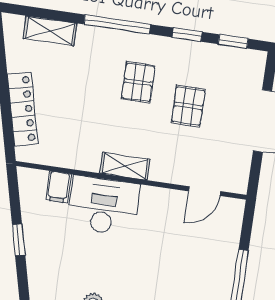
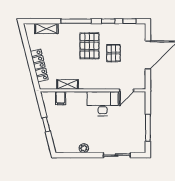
pallet: (138, 82) -> (89, 46), width x1.50, depth x1.42
shelving: (125, 166) -> (67, 84), moved
desk: (103, 206) -> (103, 104), moved

